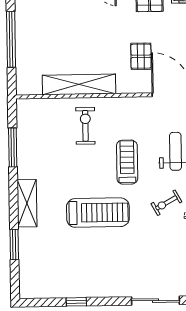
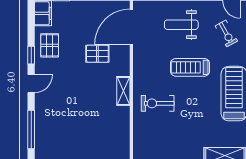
shelving: (79, 84) -> (123, 91), width x0.45, depth x0.75

